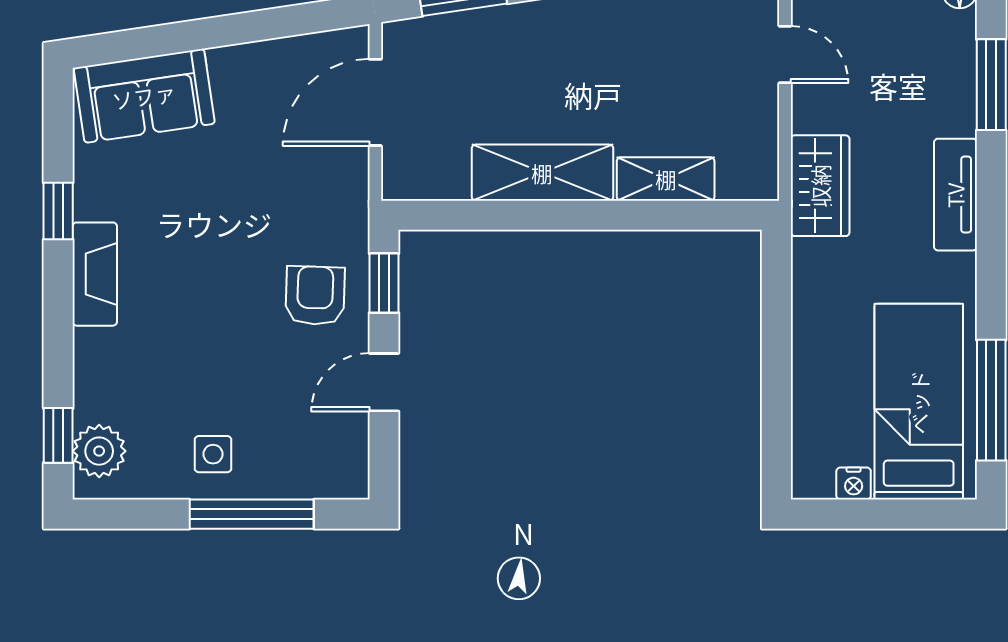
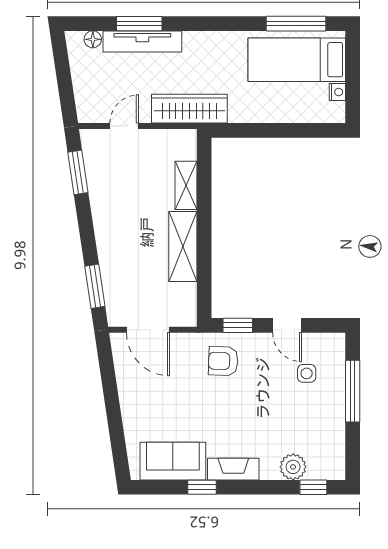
sofa: (144, 96) -> (173, 461), moved, turned -82
wardrobe: (820, 186) -> (189, 109), width x1.50
tv unit: (955, 195) -> (142, 41), moved, width x1.41
armchair: (315, 296) -> (223, 361), moved
plant: (99, 451) -> (293, 467), moved
side table: (213, 454) -> (307, 373), moved

